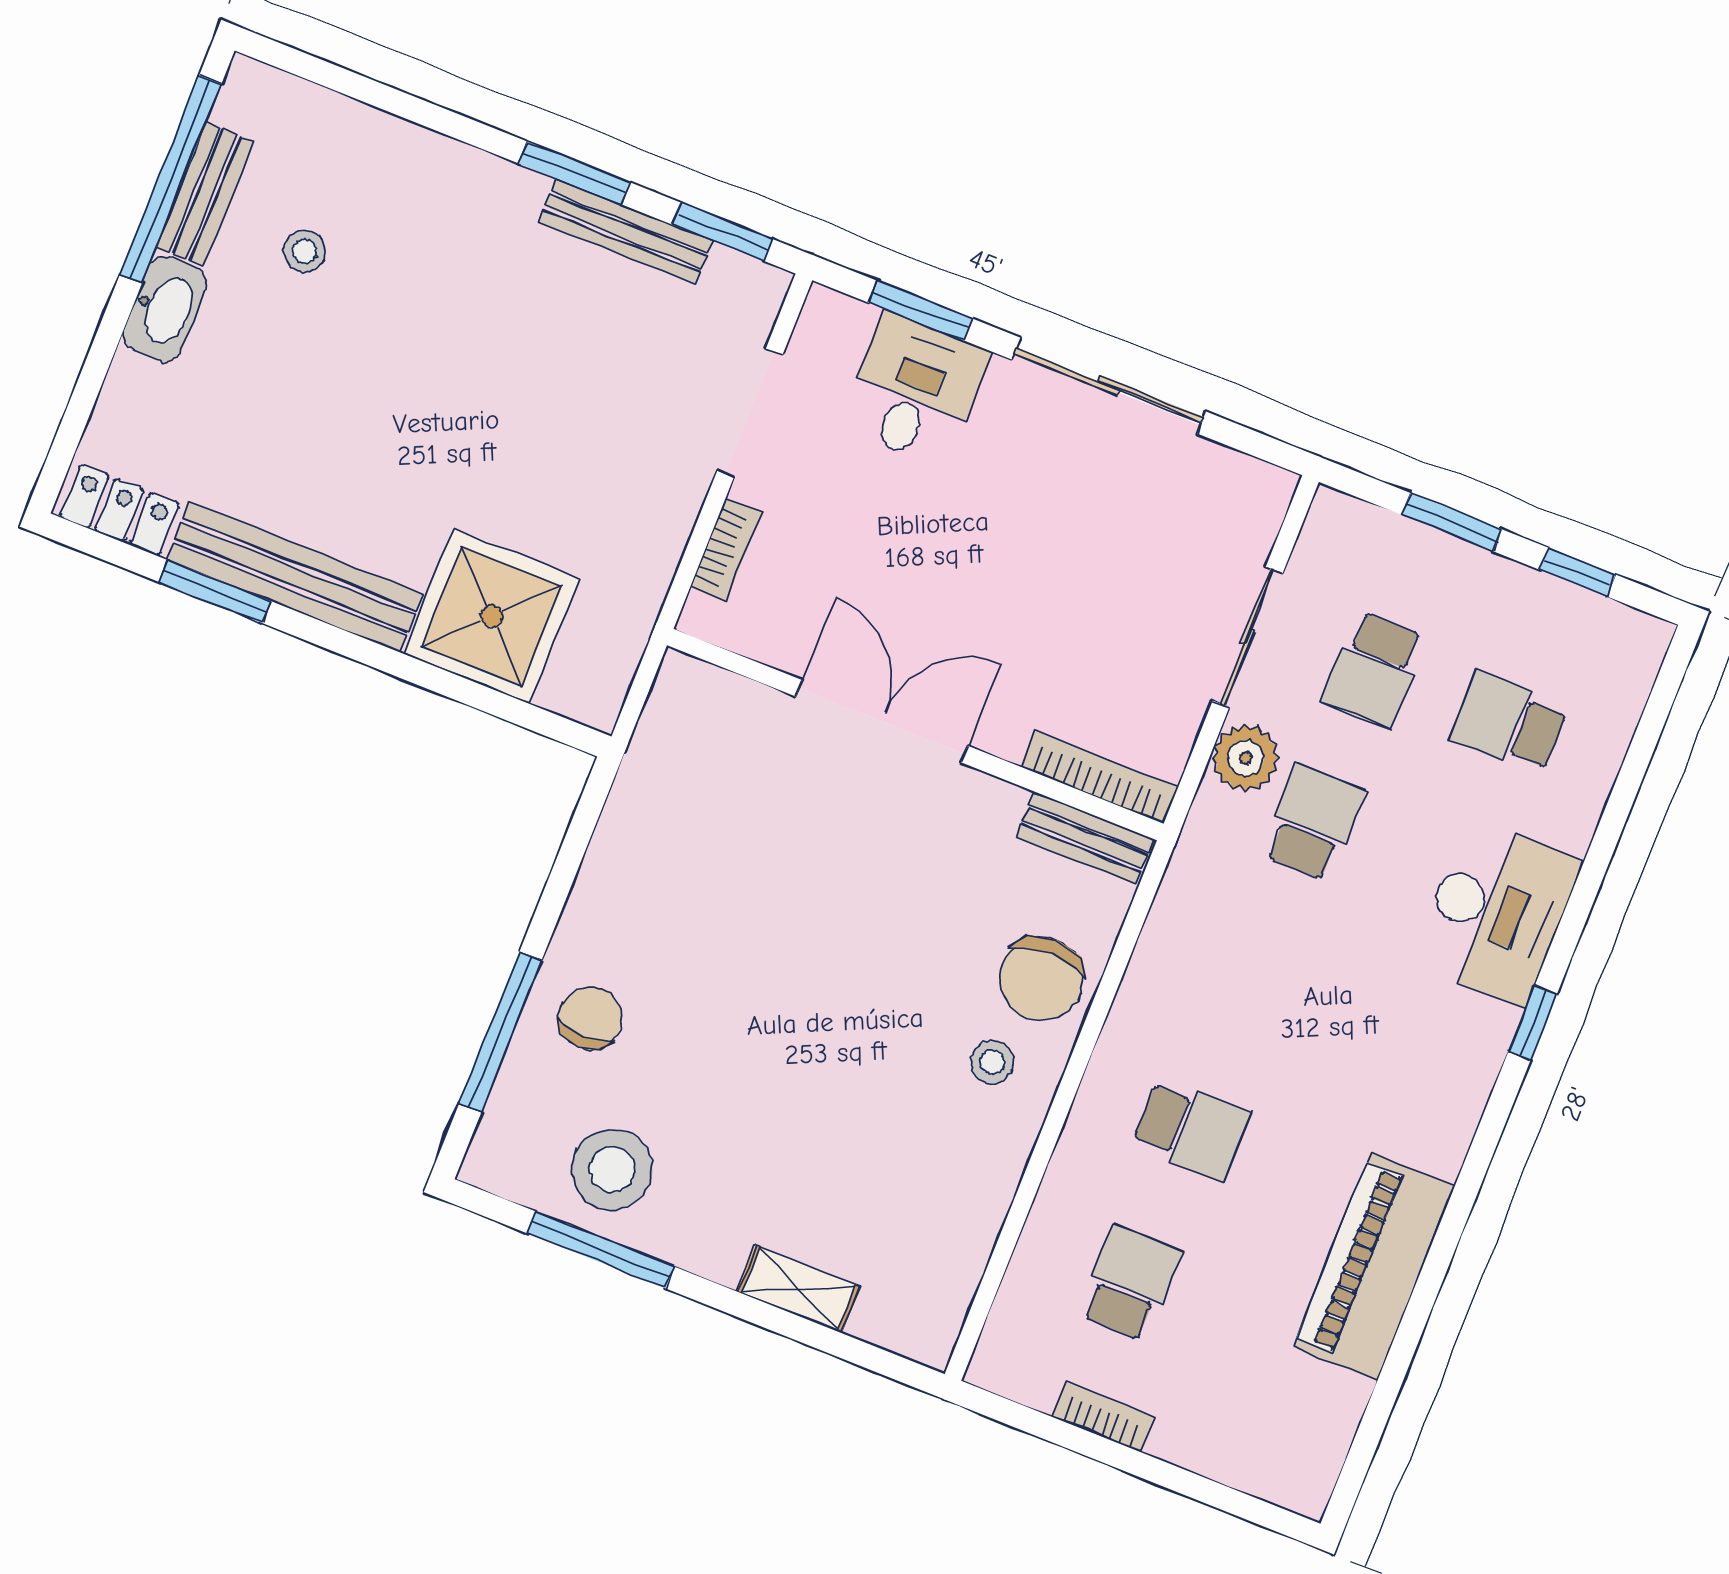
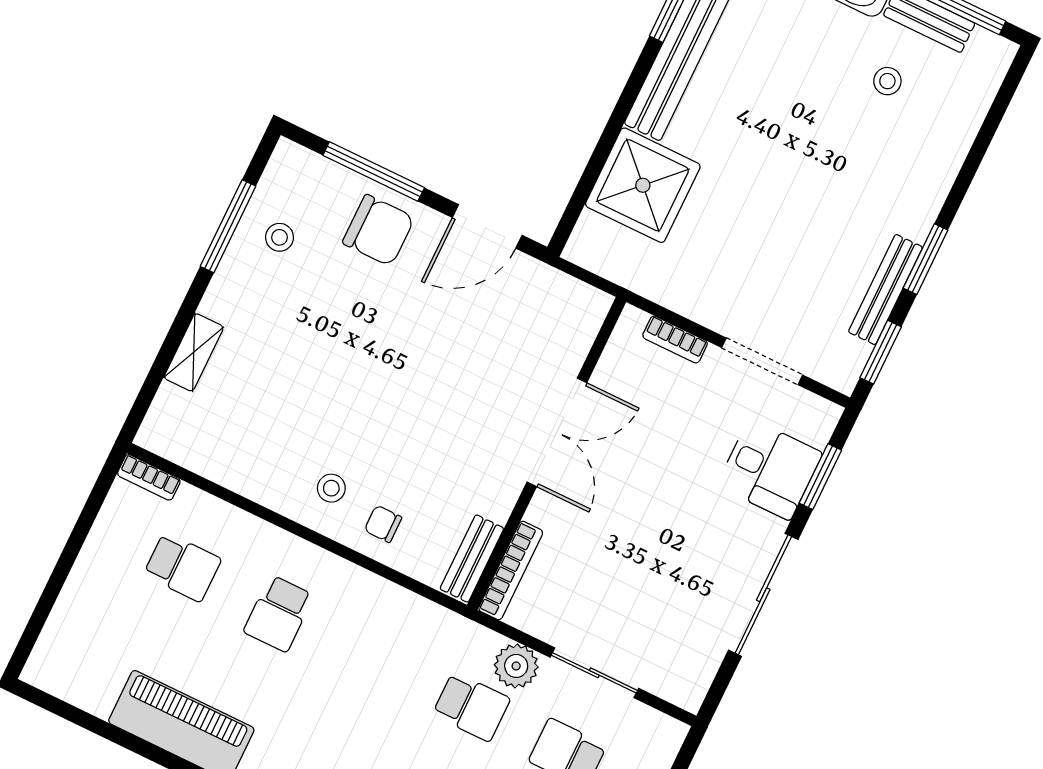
door: (572, 851) -> (487, 226), added
chair: (1042, 979) -> (383, 524), width x0.54, depth x0.54
chair: (590, 1018) -> (378, 230), width x1.37, depth x1.37
stool: (612, 1169) -> (279, 237), width x0.53, depth x0.53
bookcase: (1103, 1417) -> (149, 477), moved, turned 90

